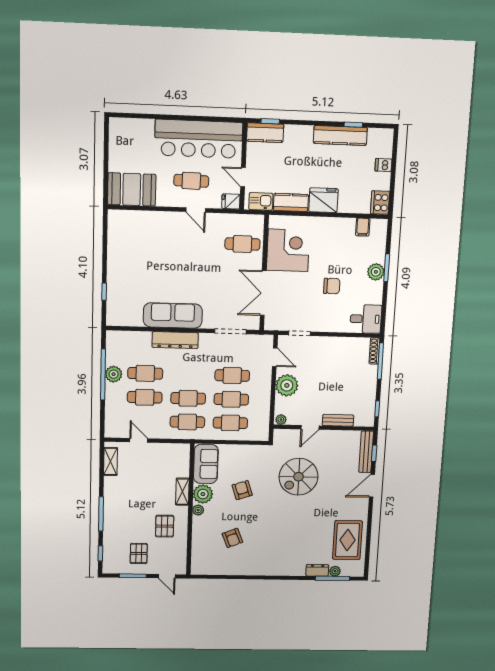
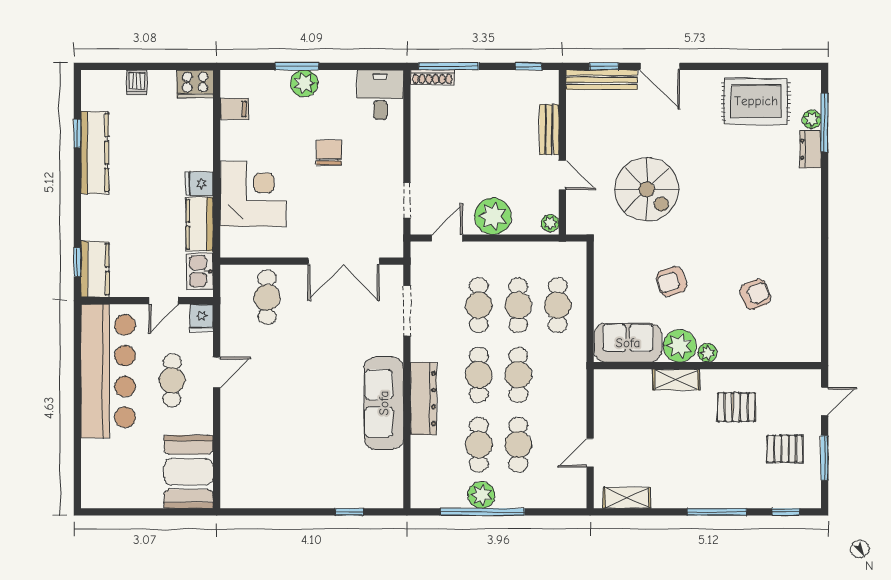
fridge: (323, 200) -> (199, 184), width x0.53, depth x0.75
corner desk: (288, 250) -> (253, 194), moved, turned 90
cafe table: (187, 422) -> (479, 375), moved

